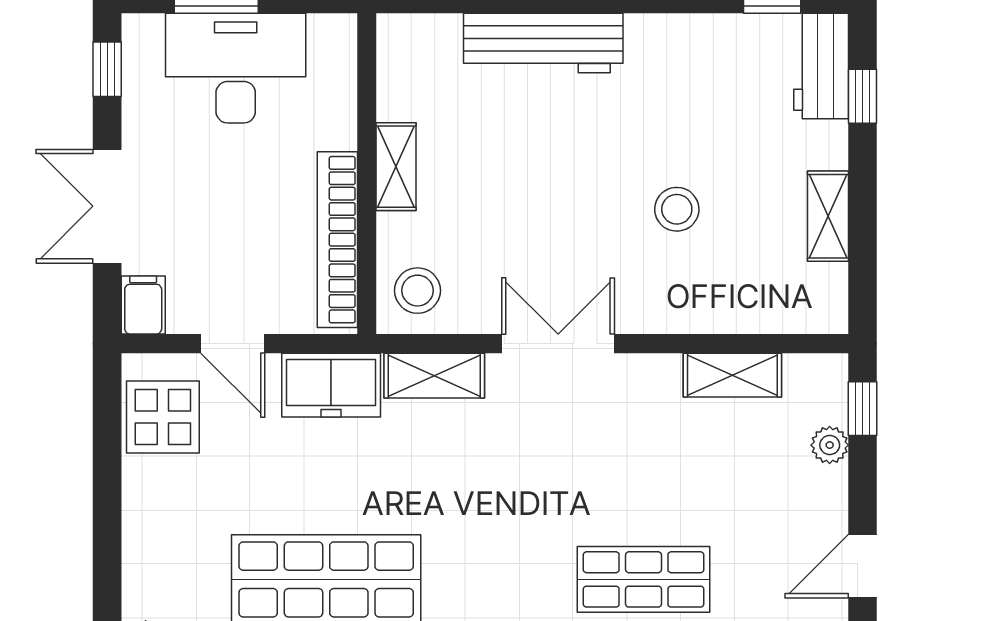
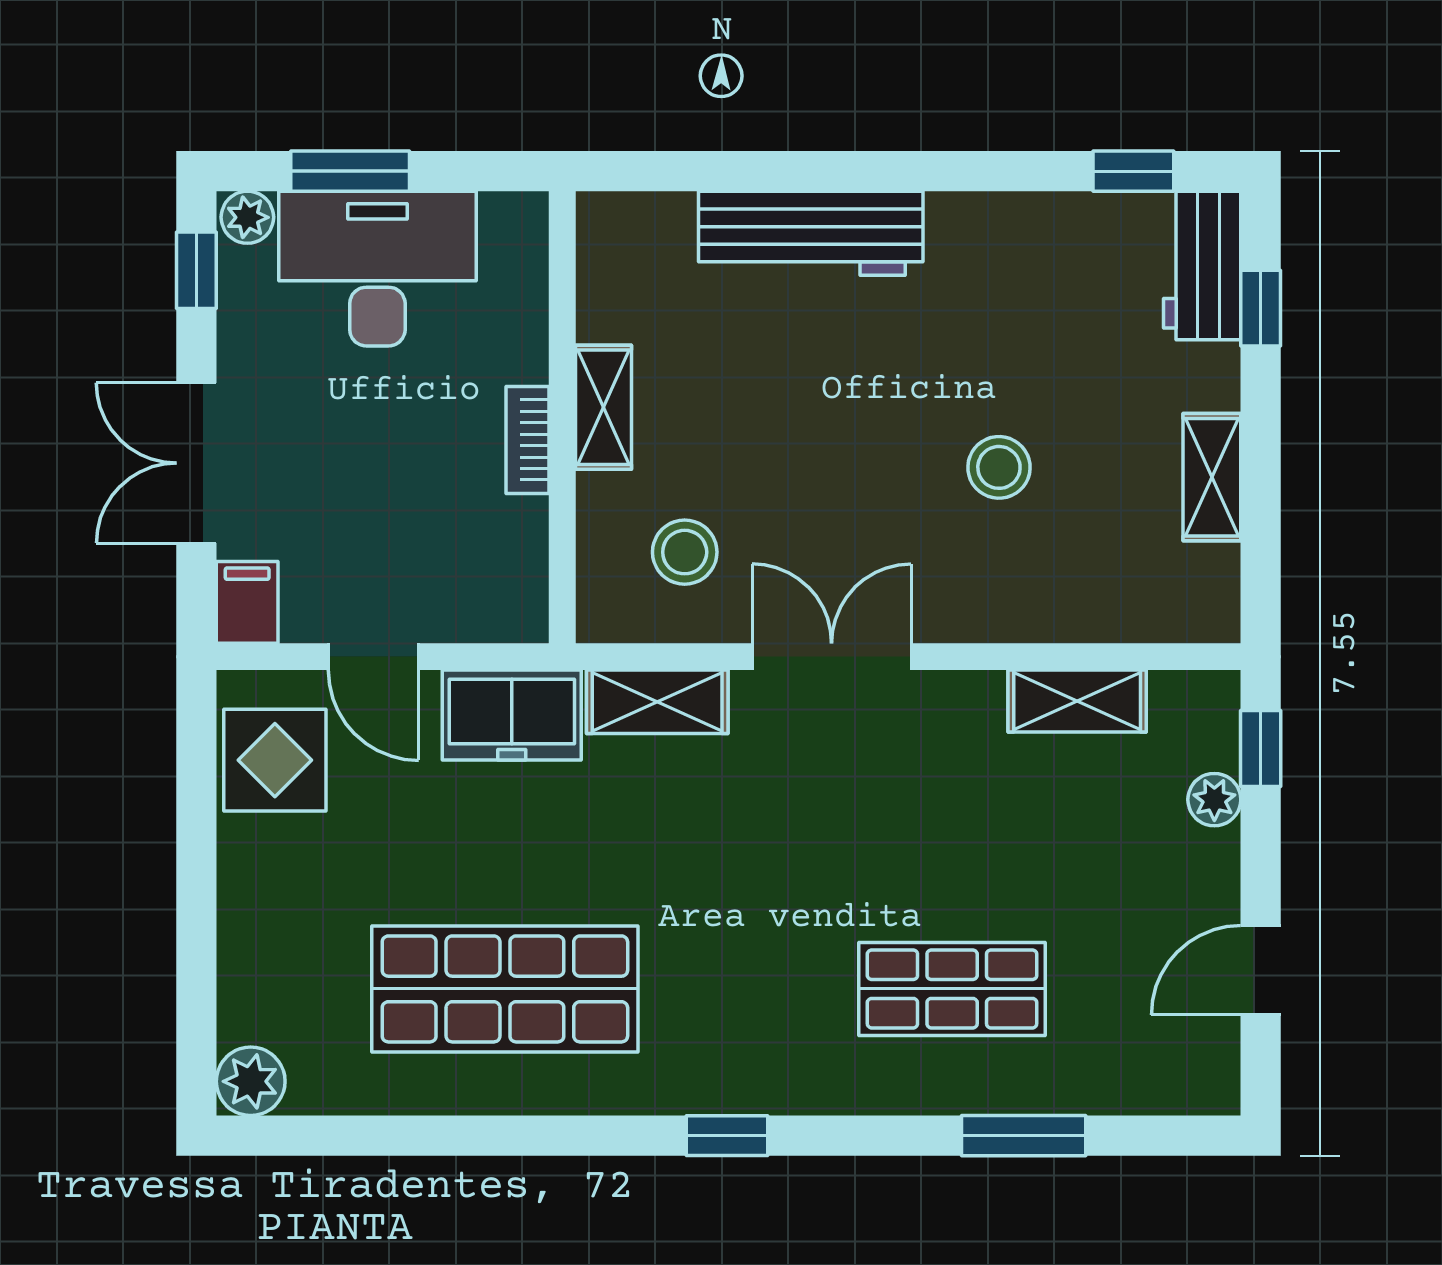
plant: (143, 32) -> (247, 217), added
bookcase: (337, 240) -> (527, 440), width x0.43, depth x0.76
stool: (418, 291) -> (685, 552), moved

